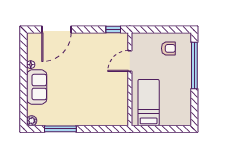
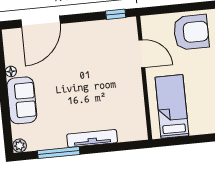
armchair: (168, 48) -> (191, 32), width x1.88, depth x1.88
door: (130, 61) -> (142, 54), swing flipped
tv unit: (86, 121) -> (92, 138), added

